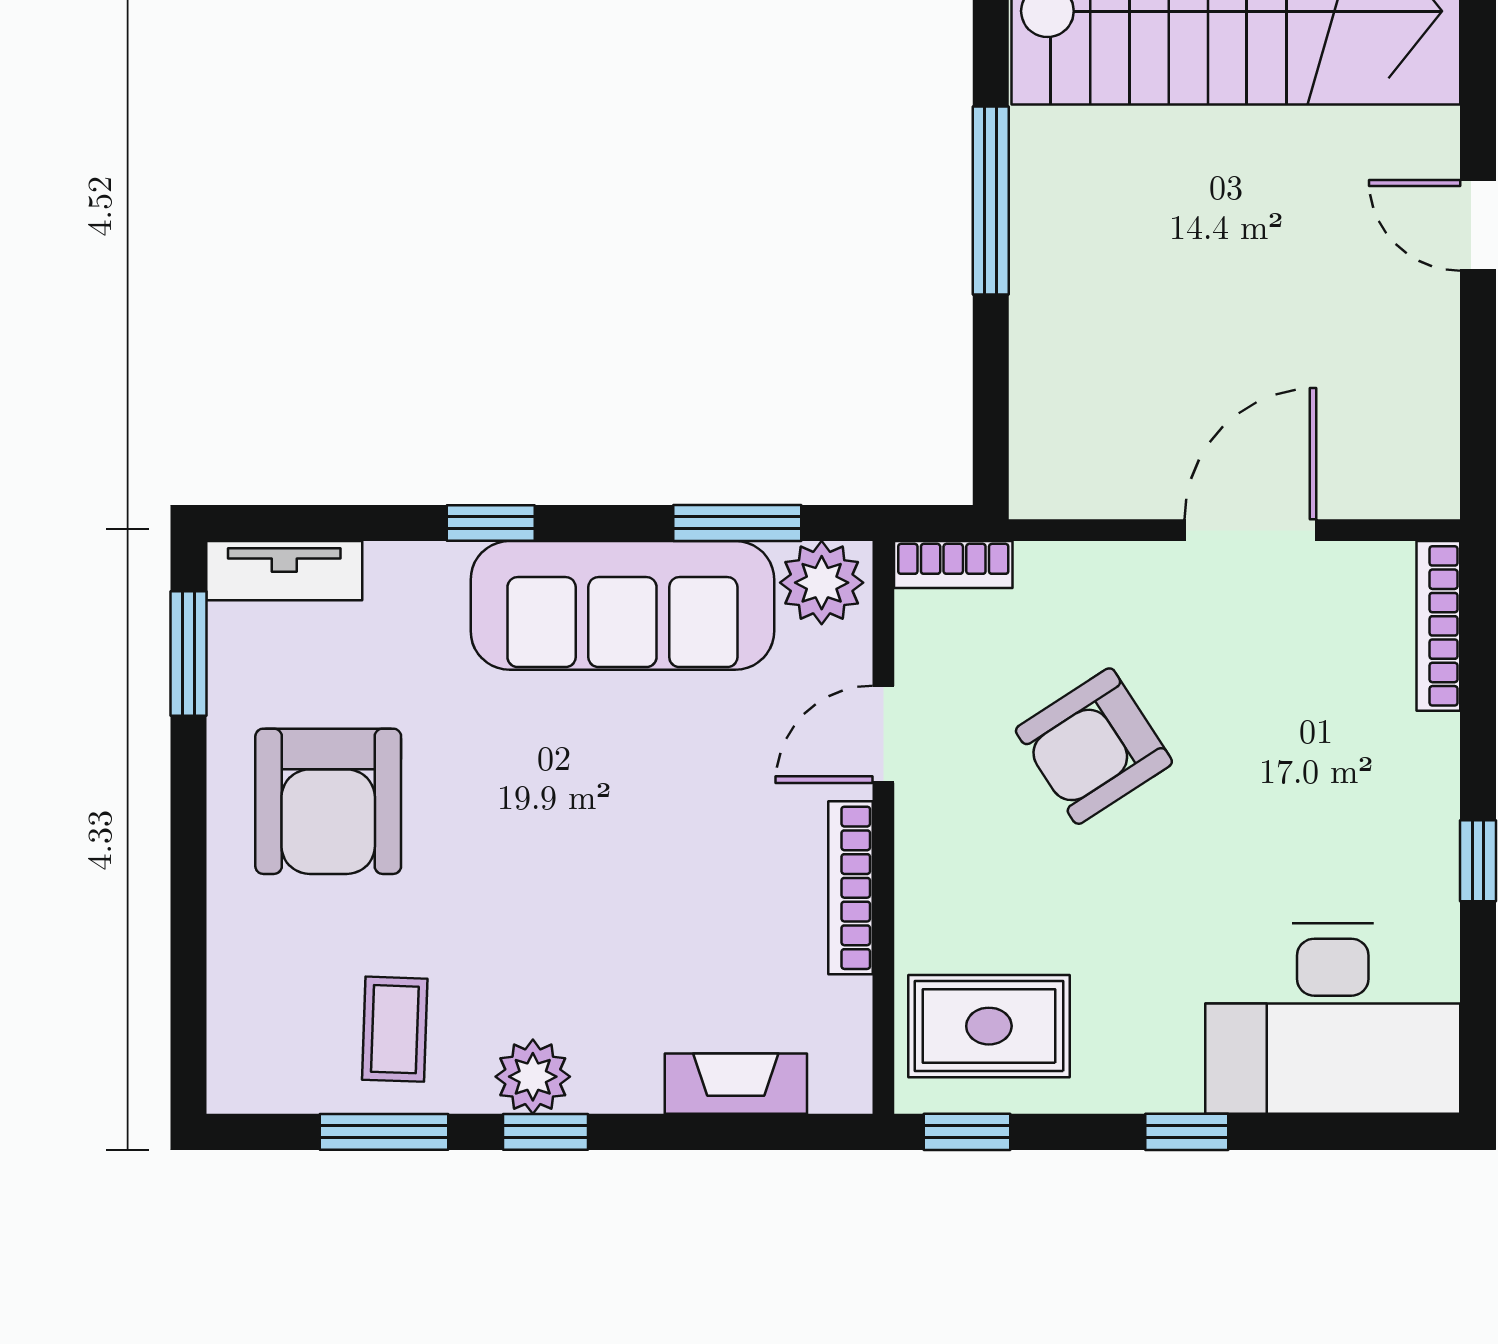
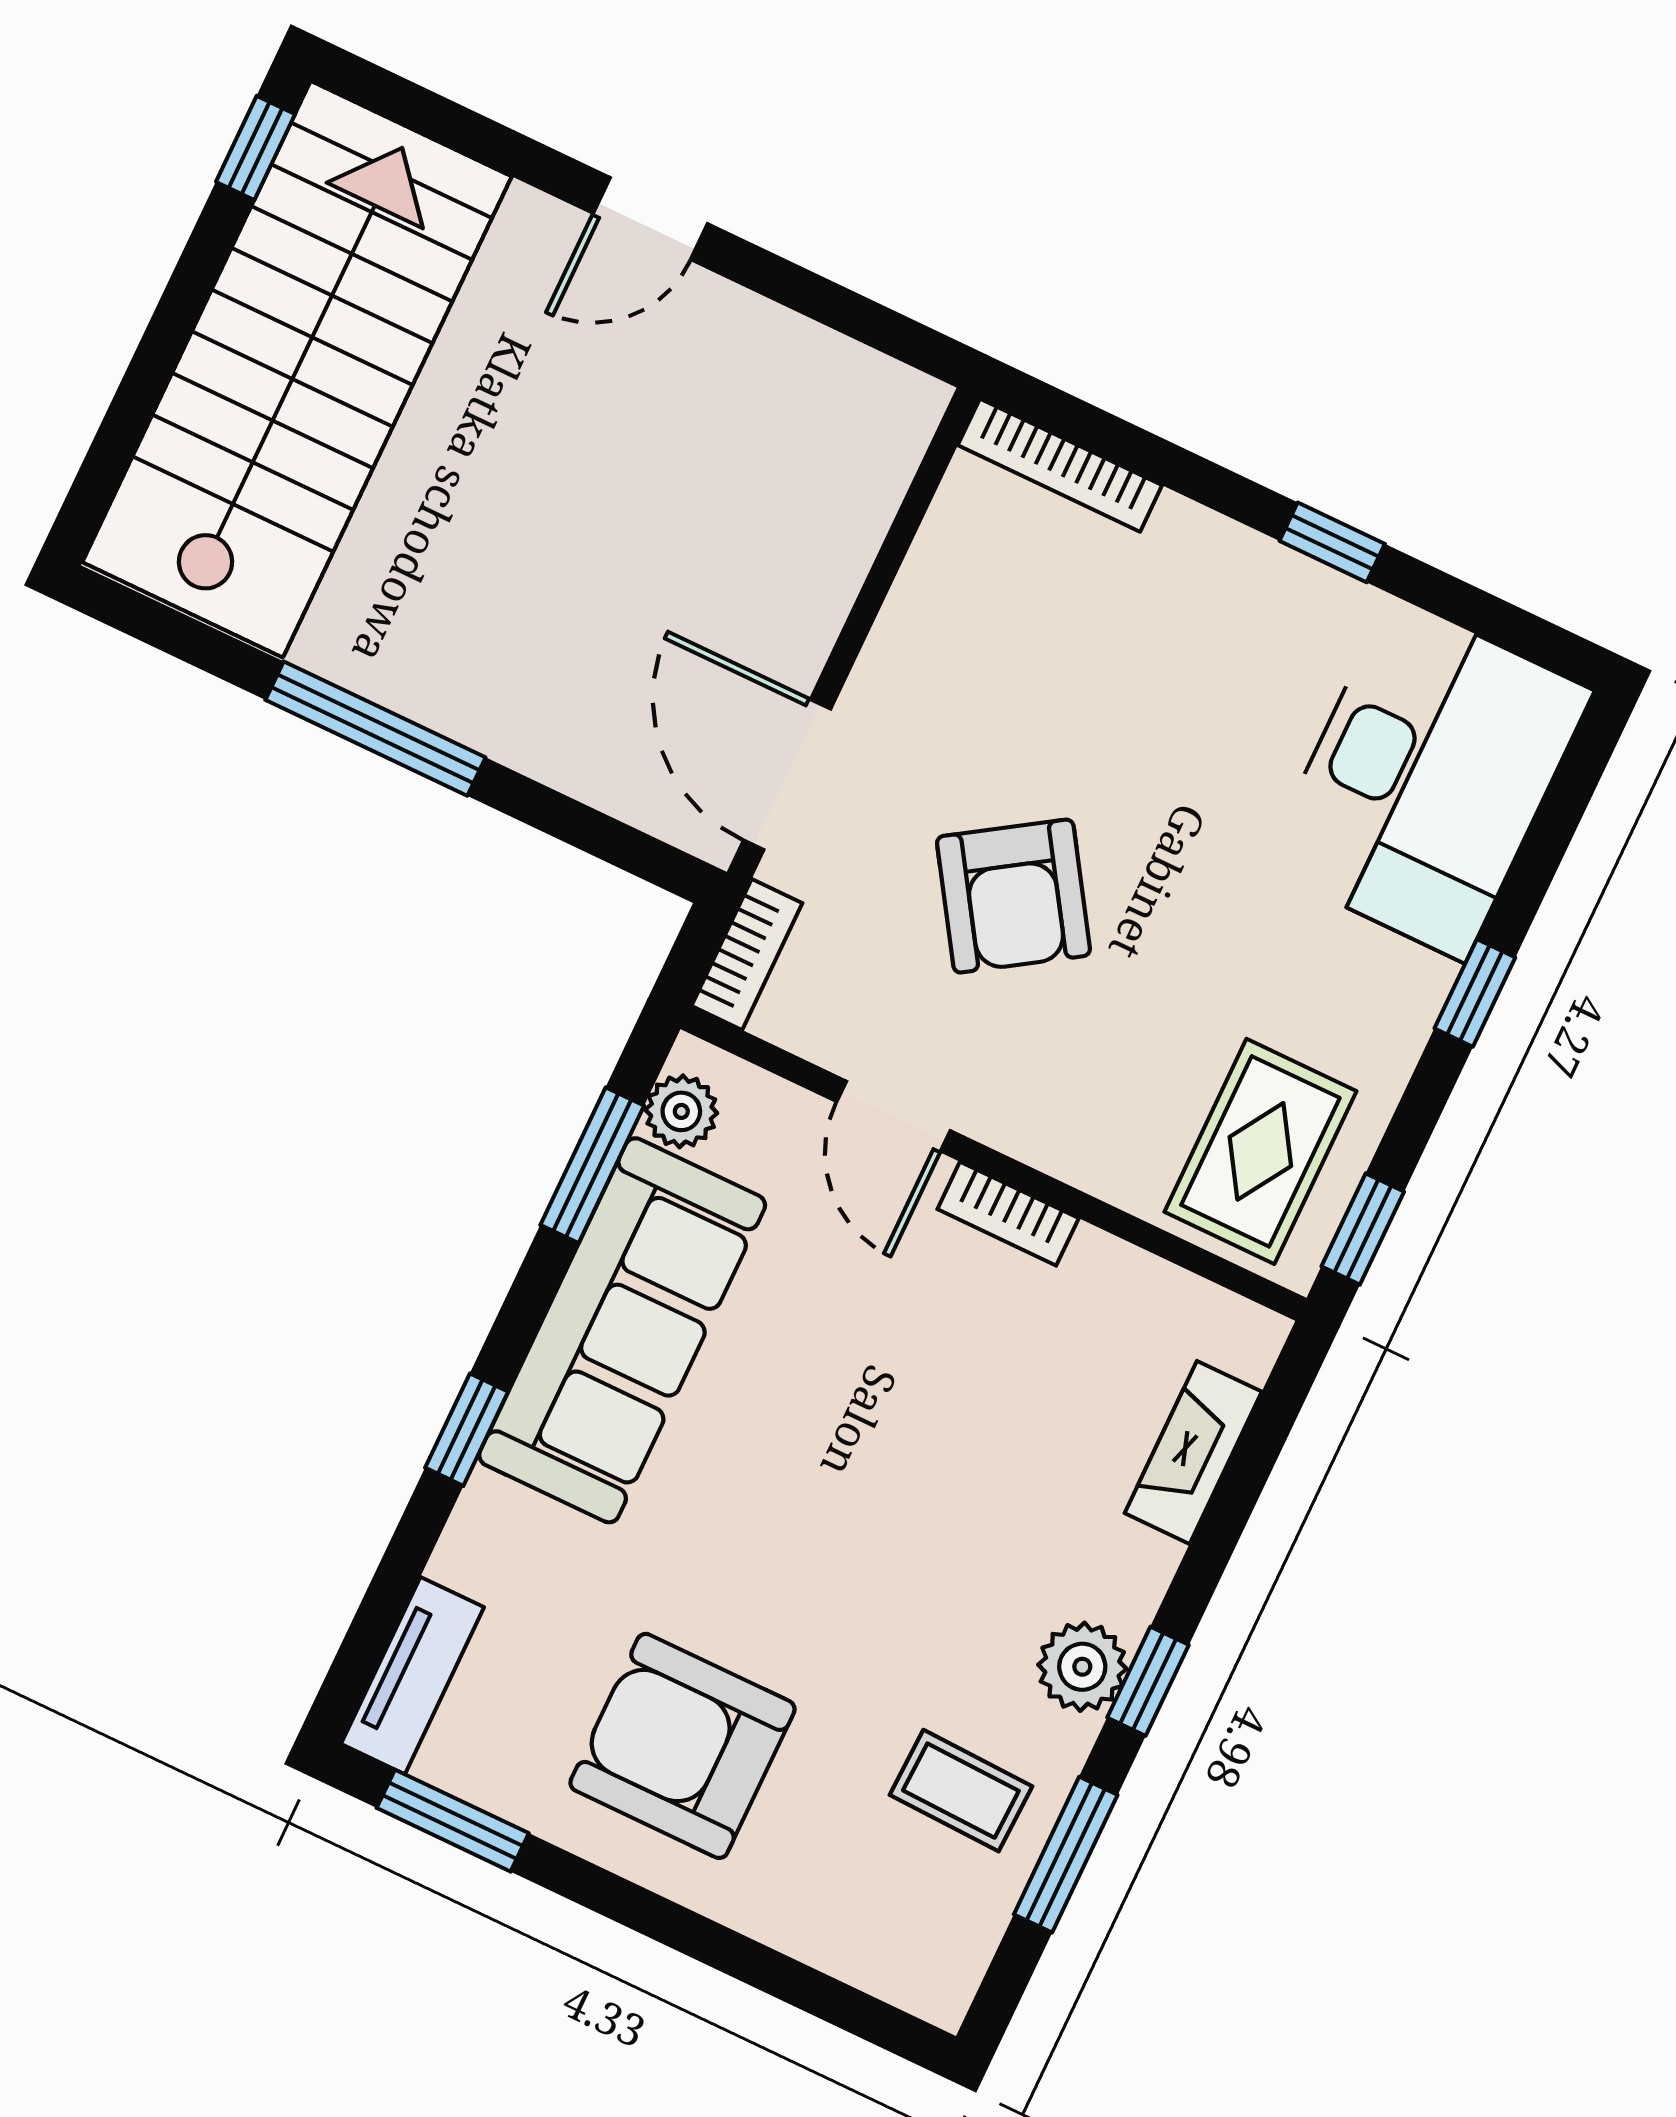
door: (1250, 530) -> (787, 775), moved
plant: (822, 583) -> (681, 1111), width x0.73, depth x0.73
armchair: (328, 801) -> (682, 1746), turned 180
bookcase: (850, 888) -> (1008, 1214), width x0.64

